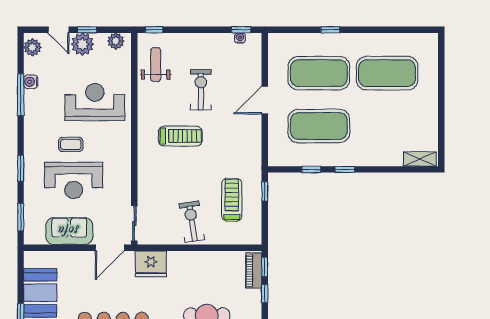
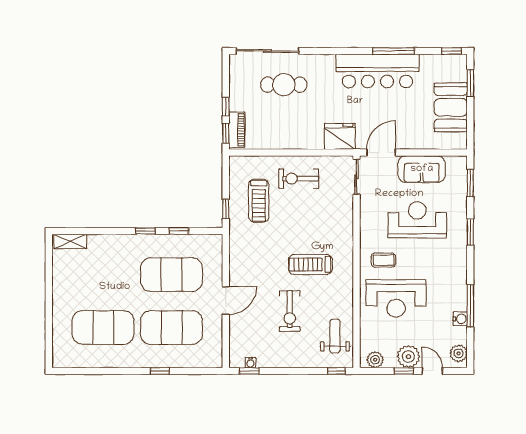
weight bench: (156, 65) -> (335, 336), turned 180
coffee table: (71, 144) -> (384, 260), moved
exercise bike: (192, 222) -> (299, 179), turned 99

